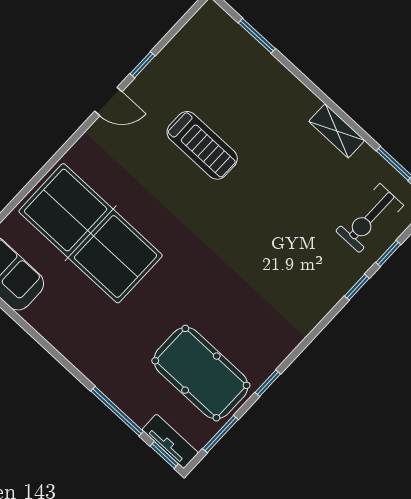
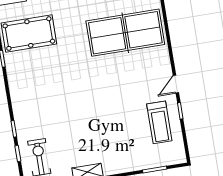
treadmill: (202, 145) -> (159, 122), moved, turned -90

